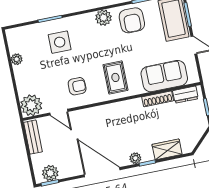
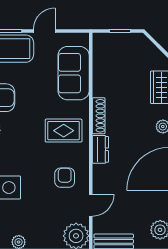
dresser: (185, 95) -> (100, 149), moved
shoe rack: (158, 99) -> (99, 116), moved

